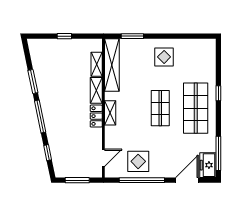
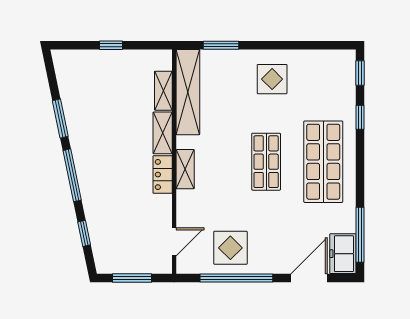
window: (218, 53) -> (360, 73), added
window: (218, 93) -> (360, 117), moved

